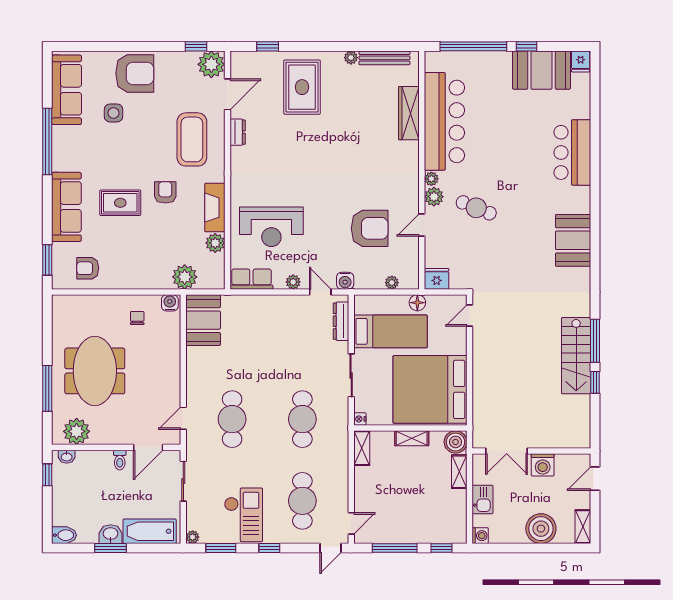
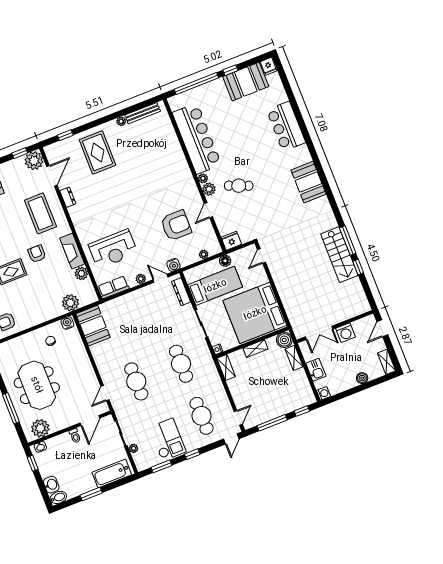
wardrobe: (409, 113) -> (172, 142), removed
boiler: (541, 529) -> (362, 378), width x0.54, depth x0.54
washbasin: (111, 534) -> (51, 485), moved, turned 90
plant: (193, 537) -> (134, 448), moved

